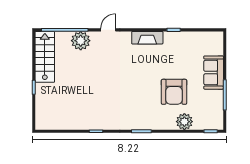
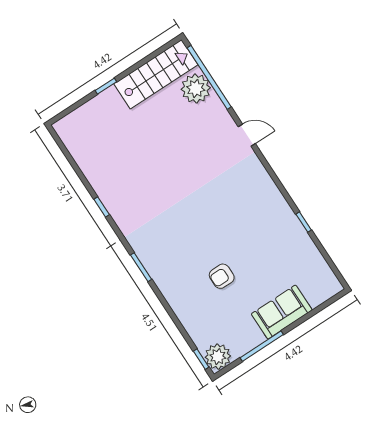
fireplace: (147, 38) -> (270, 194), removed
plant: (81, 41) -> (196, 89), moved
armchair: (174, 92) -> (222, 276), width x0.53, depth x0.53
plant: (184, 122) -> (218, 357), moved

